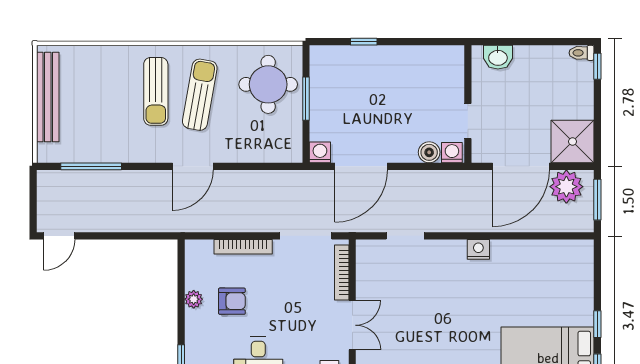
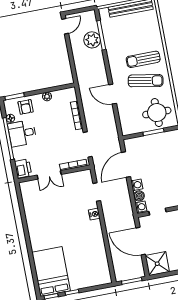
washing machine: (320, 152) -> (137, 185), moved
door: (193, 166) -> (113, 94), moved
door: (361, 166) -> (126, 165), hinge flipped
plant: (566, 187) -> (92, 40), moved
door: (59, 236) -> (65, 26), swing flipped
nightstand: (478, 249) -> (94, 214), moved
armchair: (232, 301) -> (26, 107), moved

